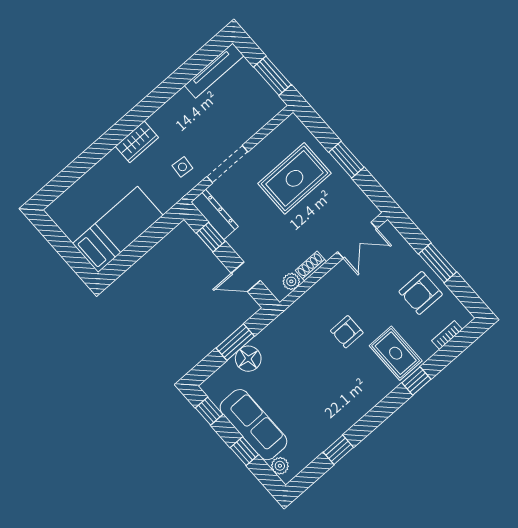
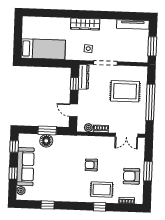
wardrobe: (137, 142) -> (85, 24), width x1.50
window: (346, 160) -> (150, 102), width x2.11
rug: (396, 353) -> (102, 190), turned 90

